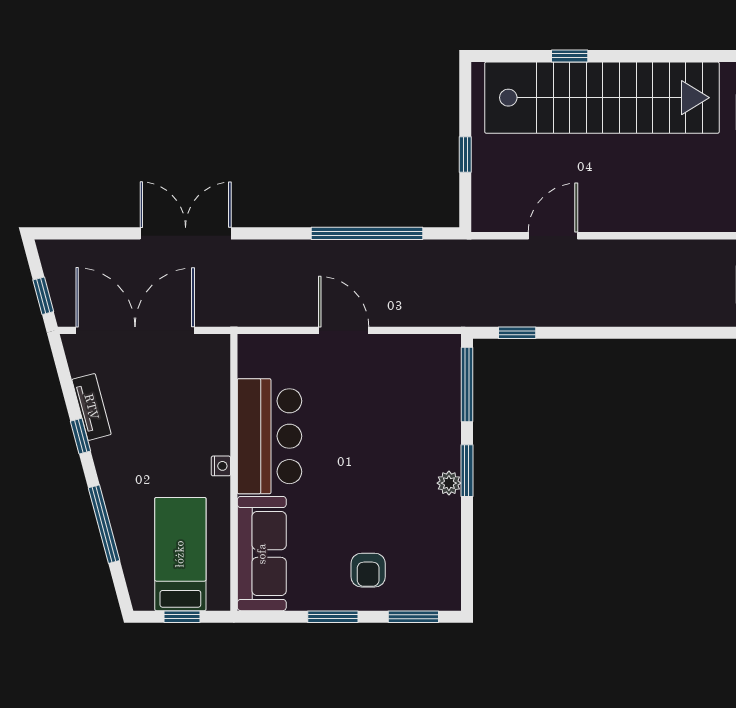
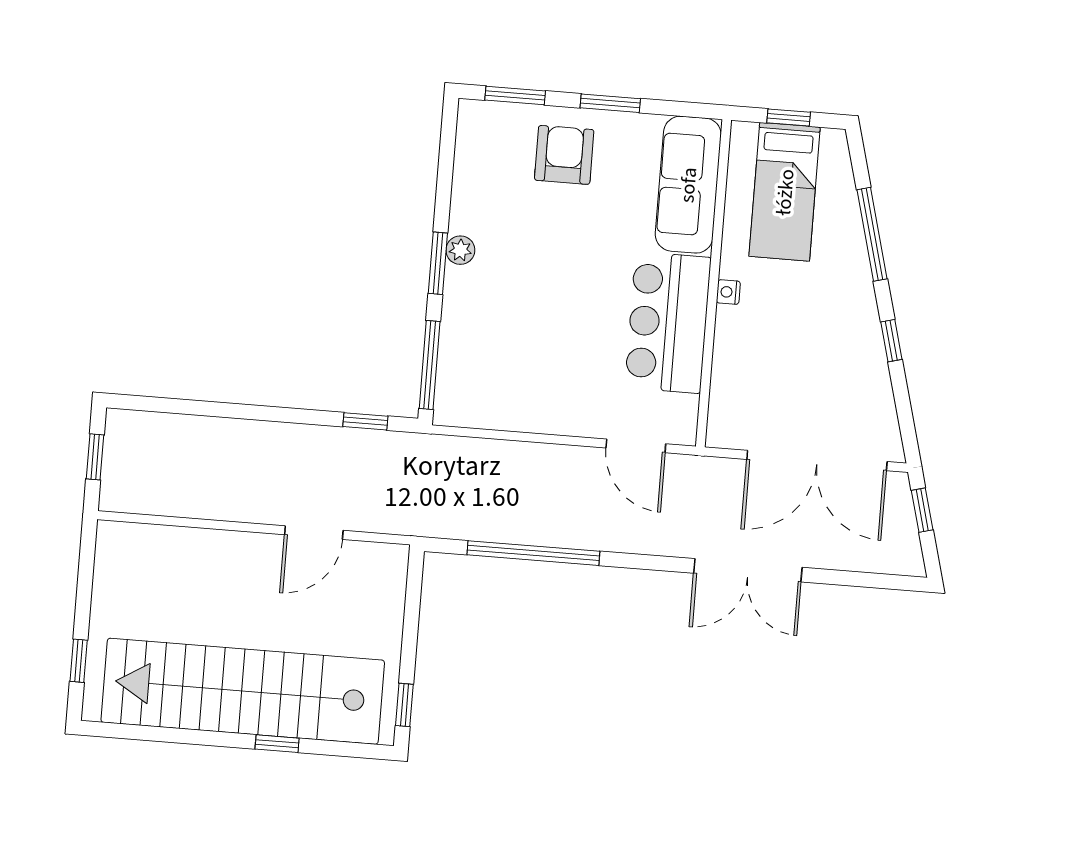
window: (465, 154) -> (404, 705), moved
door: (344, 330) -> (636, 446), moved
tv unit: (91, 407) -> (876, 374), removed
armchair: (368, 570) -> (564, 155), width x1.38, depth x1.38

